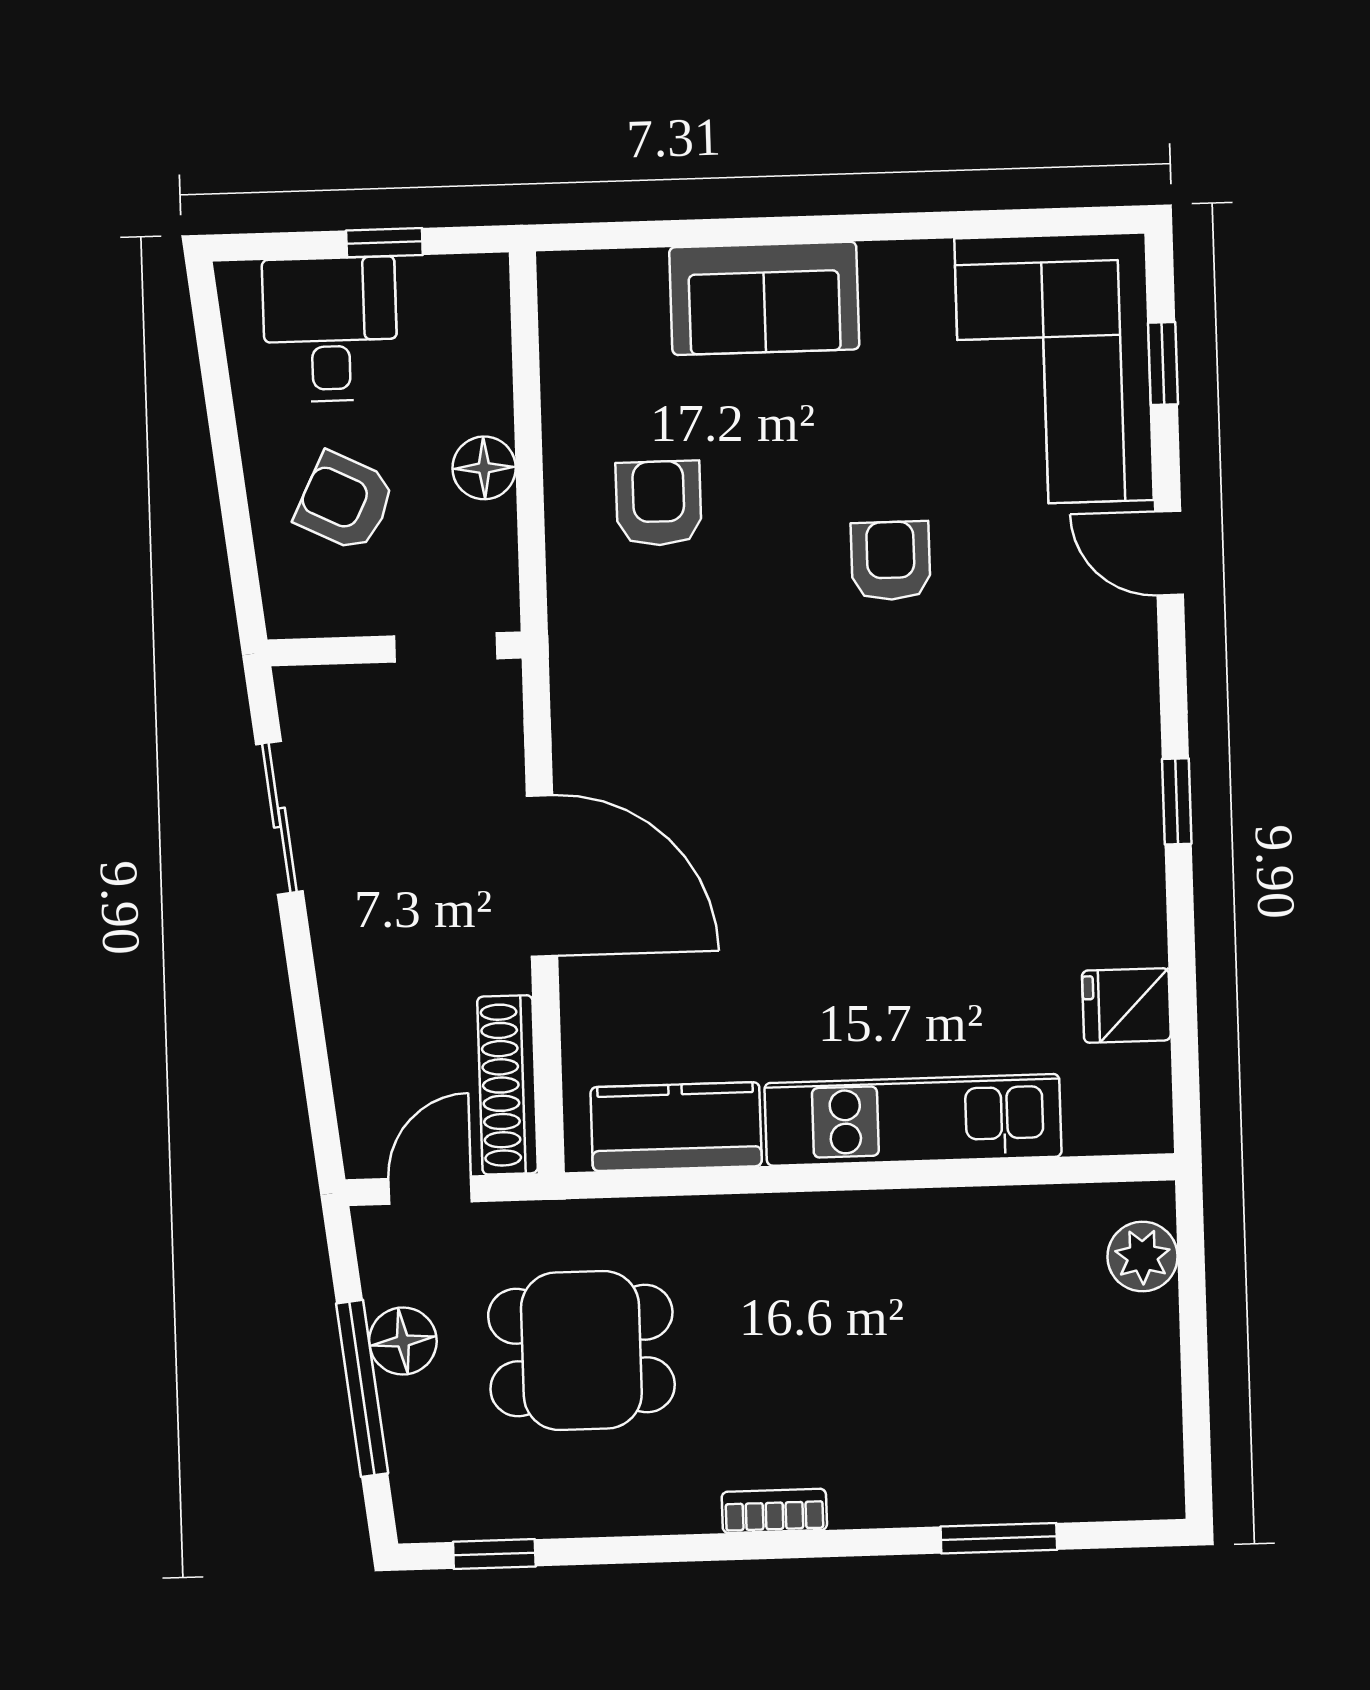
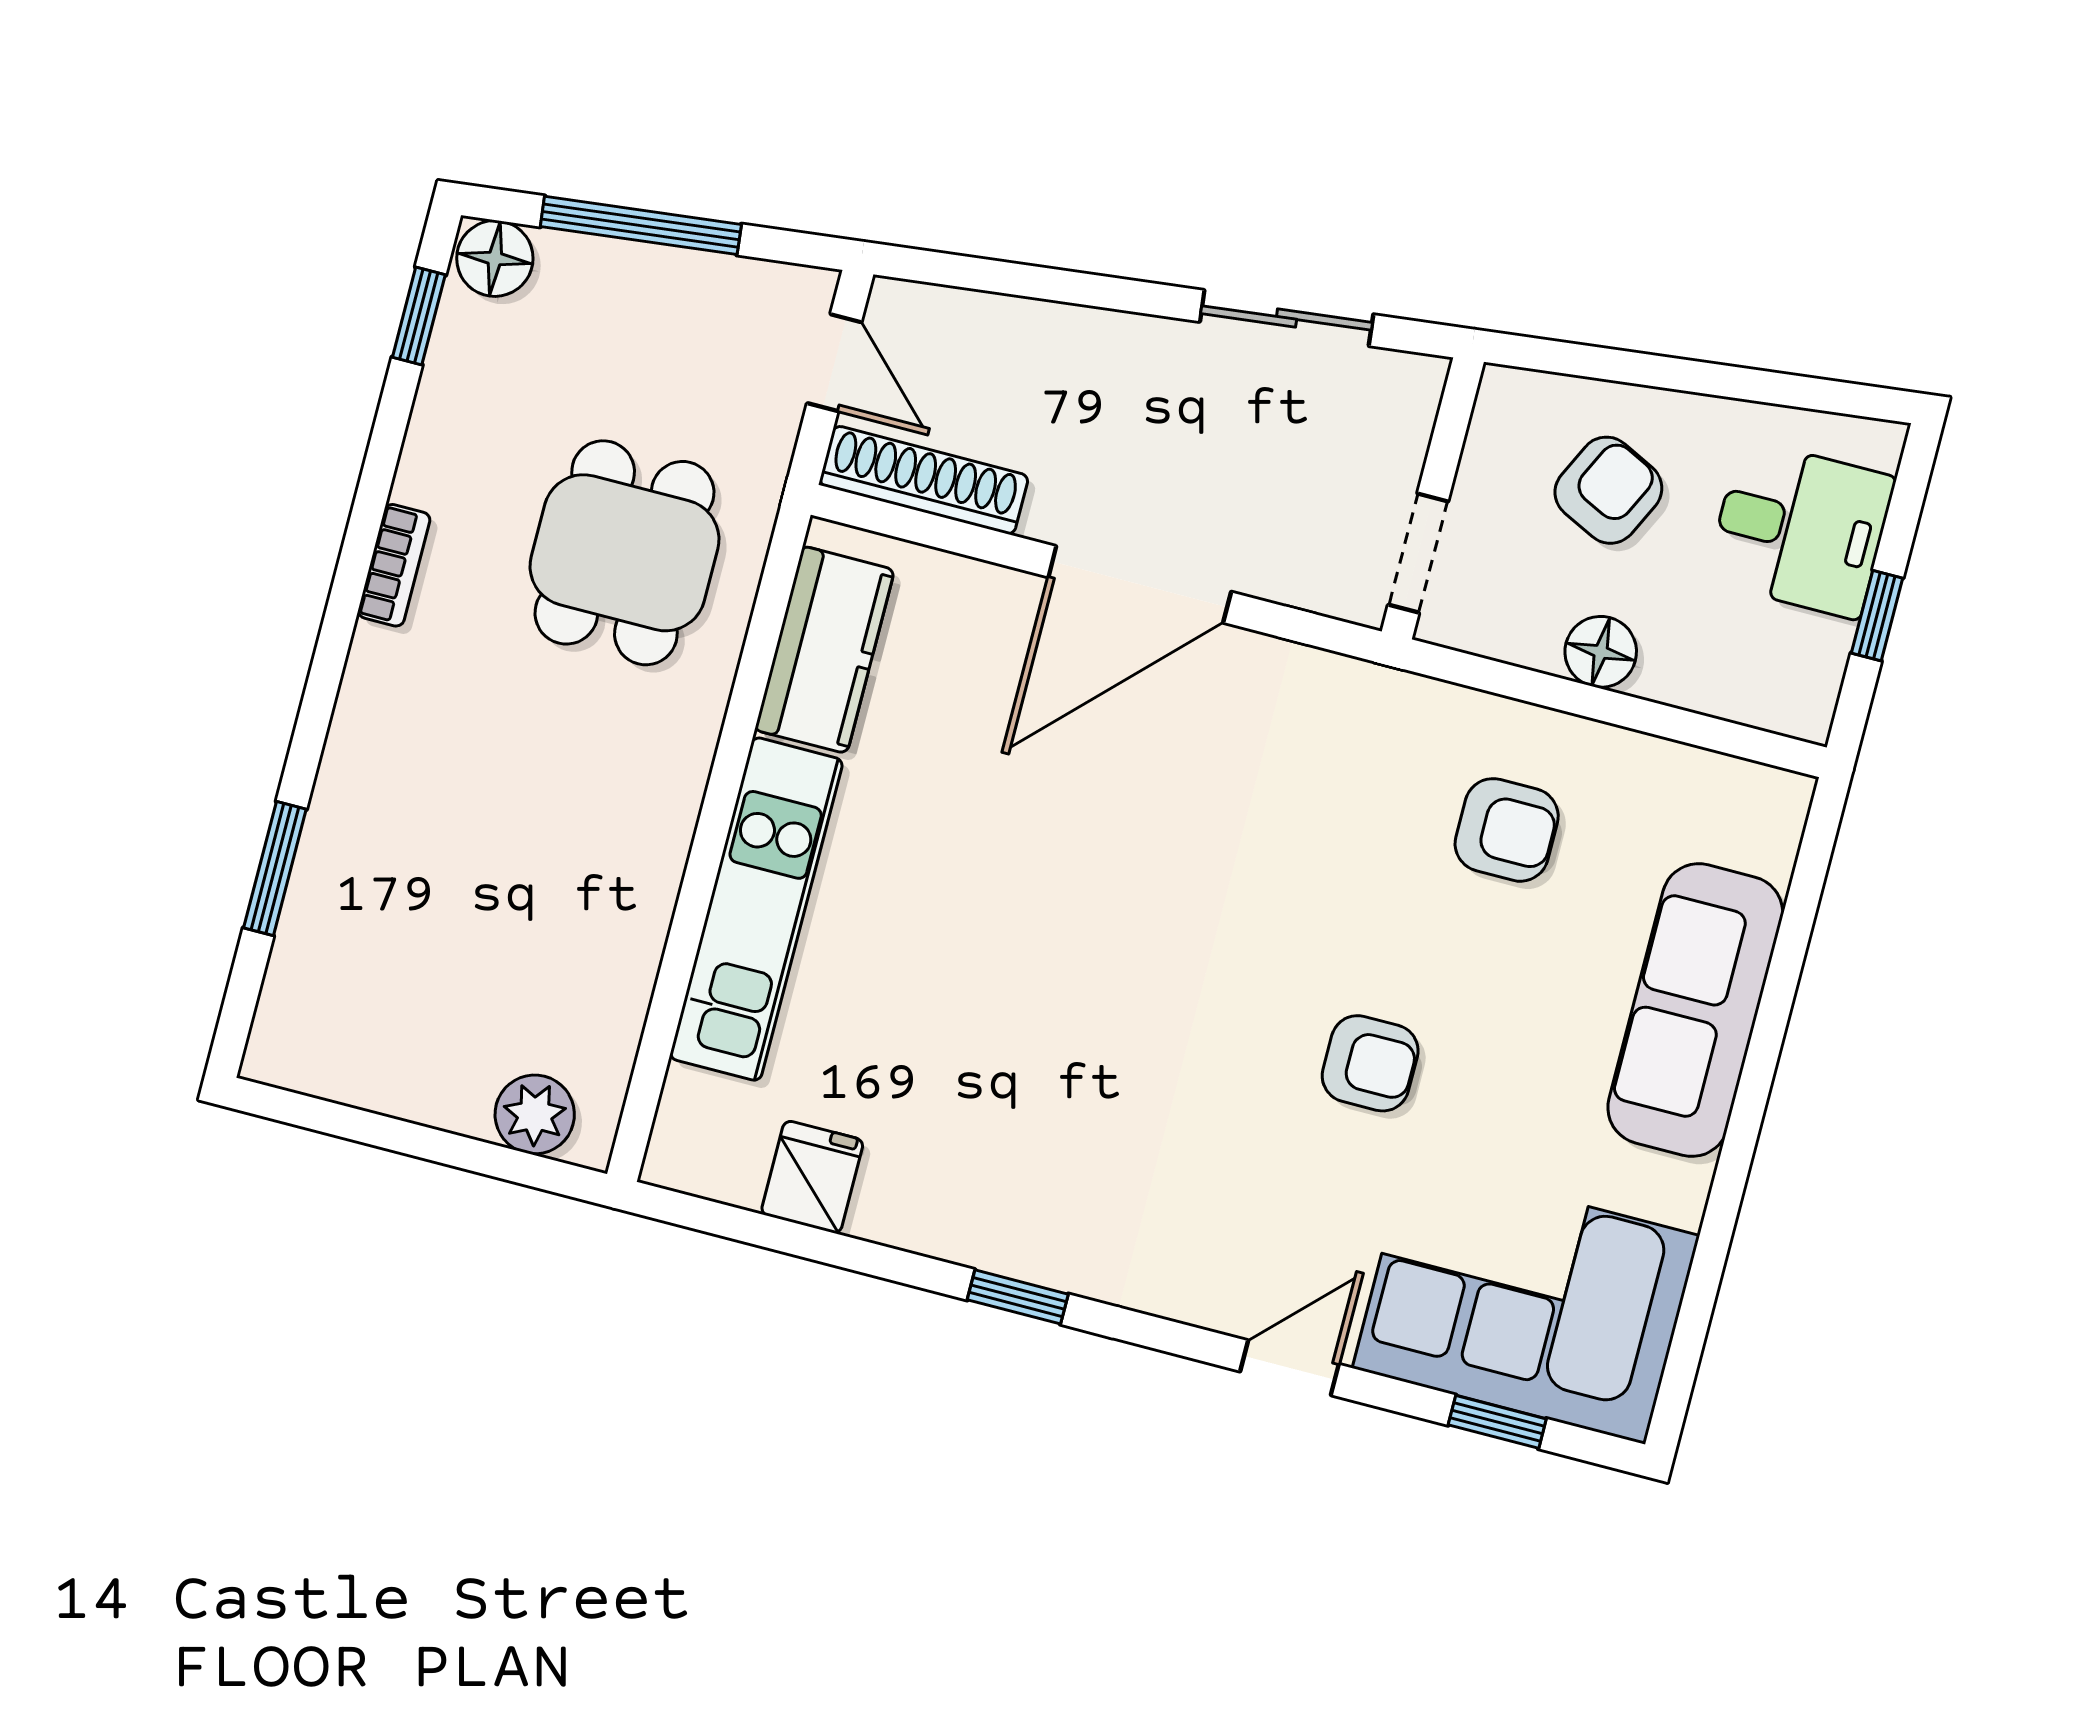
sofa: (764, 298) -> (1695, 1010), width x1.36
floor lamp: (403, 1341) -> (495, 258), moved
dining table: (581, 1351) -> (624, 553), moved
bookcase: (774, 1511) -> (394, 565), moved

